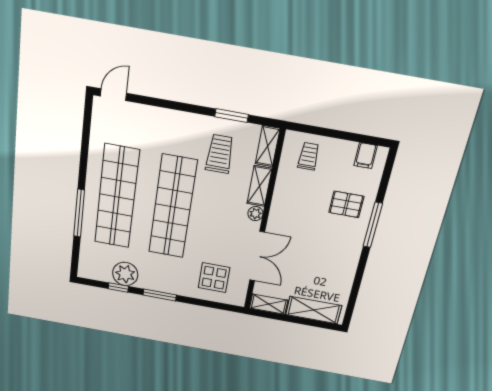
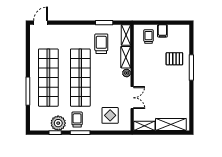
filing cabinet: (366, 156) -> (162, 31), moved
double door: (257, 256) -> (132, 98), width x0.73
trolley: (157, 274) -> (77, 119), added

